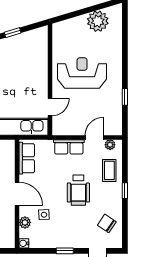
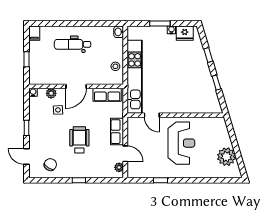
coffee table: (109, 170) -> (97, 167), removed
wheelchair: (78, 190) -> (79, 140), turned 90

